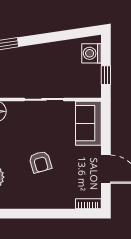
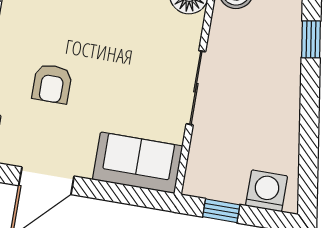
armchair: (40, 162) -> (52, 84), moved, turned -74

